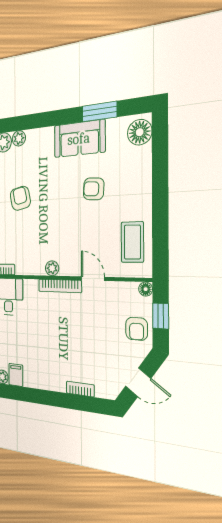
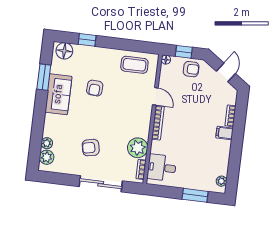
window: (160, 163) -> (87, 40), added
plant: (52, 268) -> (138, 148), moved, width x1.87, depth x1.87
door: (93, 279) -> (155, 96), swing flipped
filing cabinet: (16, 375) -> (224, 133), moved

